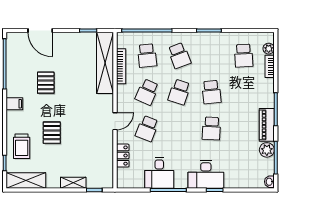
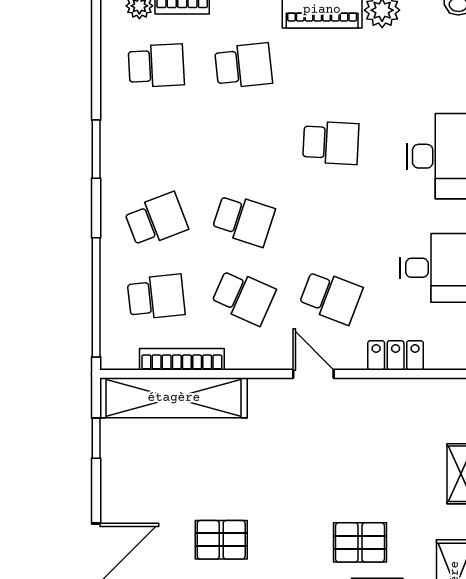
school desk: (211, 92) -> (243, 66), moved
pallet: (52, 133) -> (360, 542), moved

